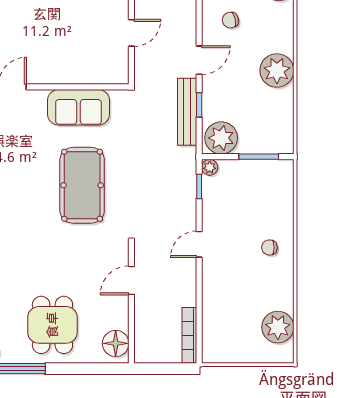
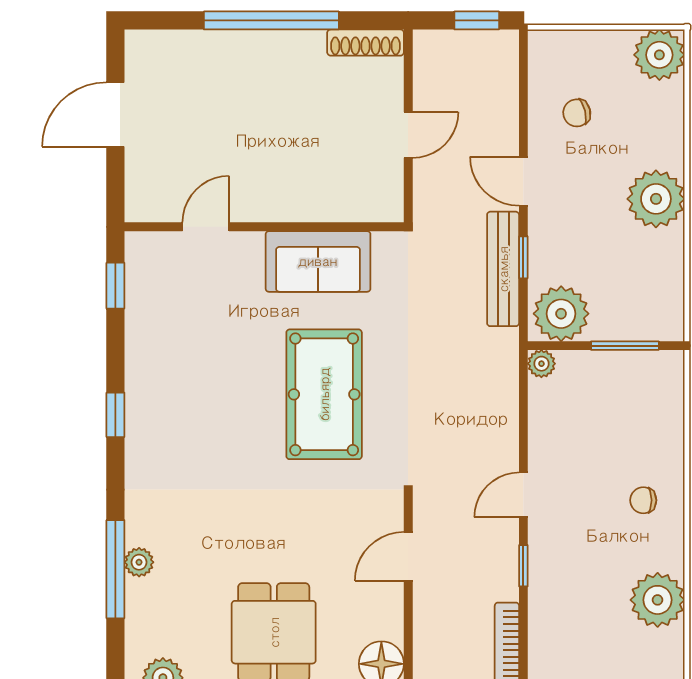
door: (199, 60) -> (523, 181), swing flipped
window: (199, 186) -> (523, 566), moved
plant: (278, 327) -> (658, 600), moved

